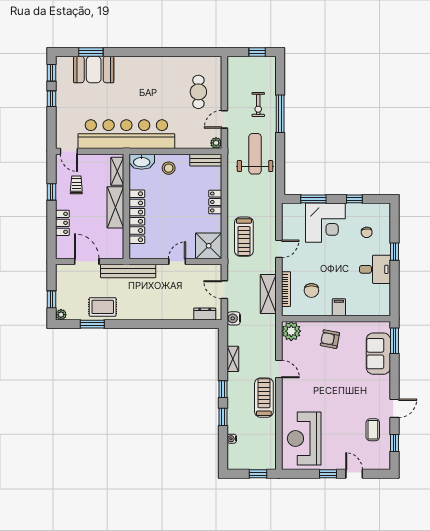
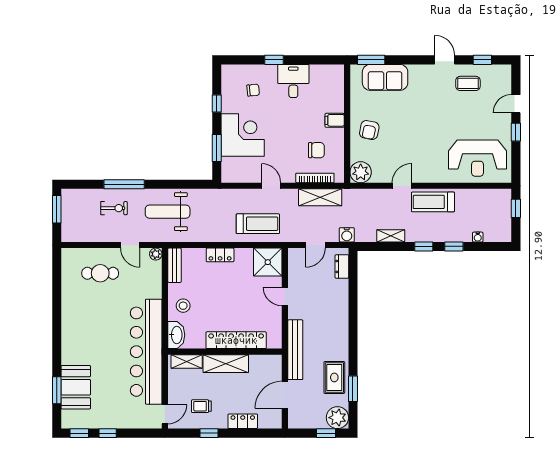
window: (257, 52) -> (57, 209), width x1.50
plant: (61, 315) -> (337, 418), width x1.88, depth x1.88

